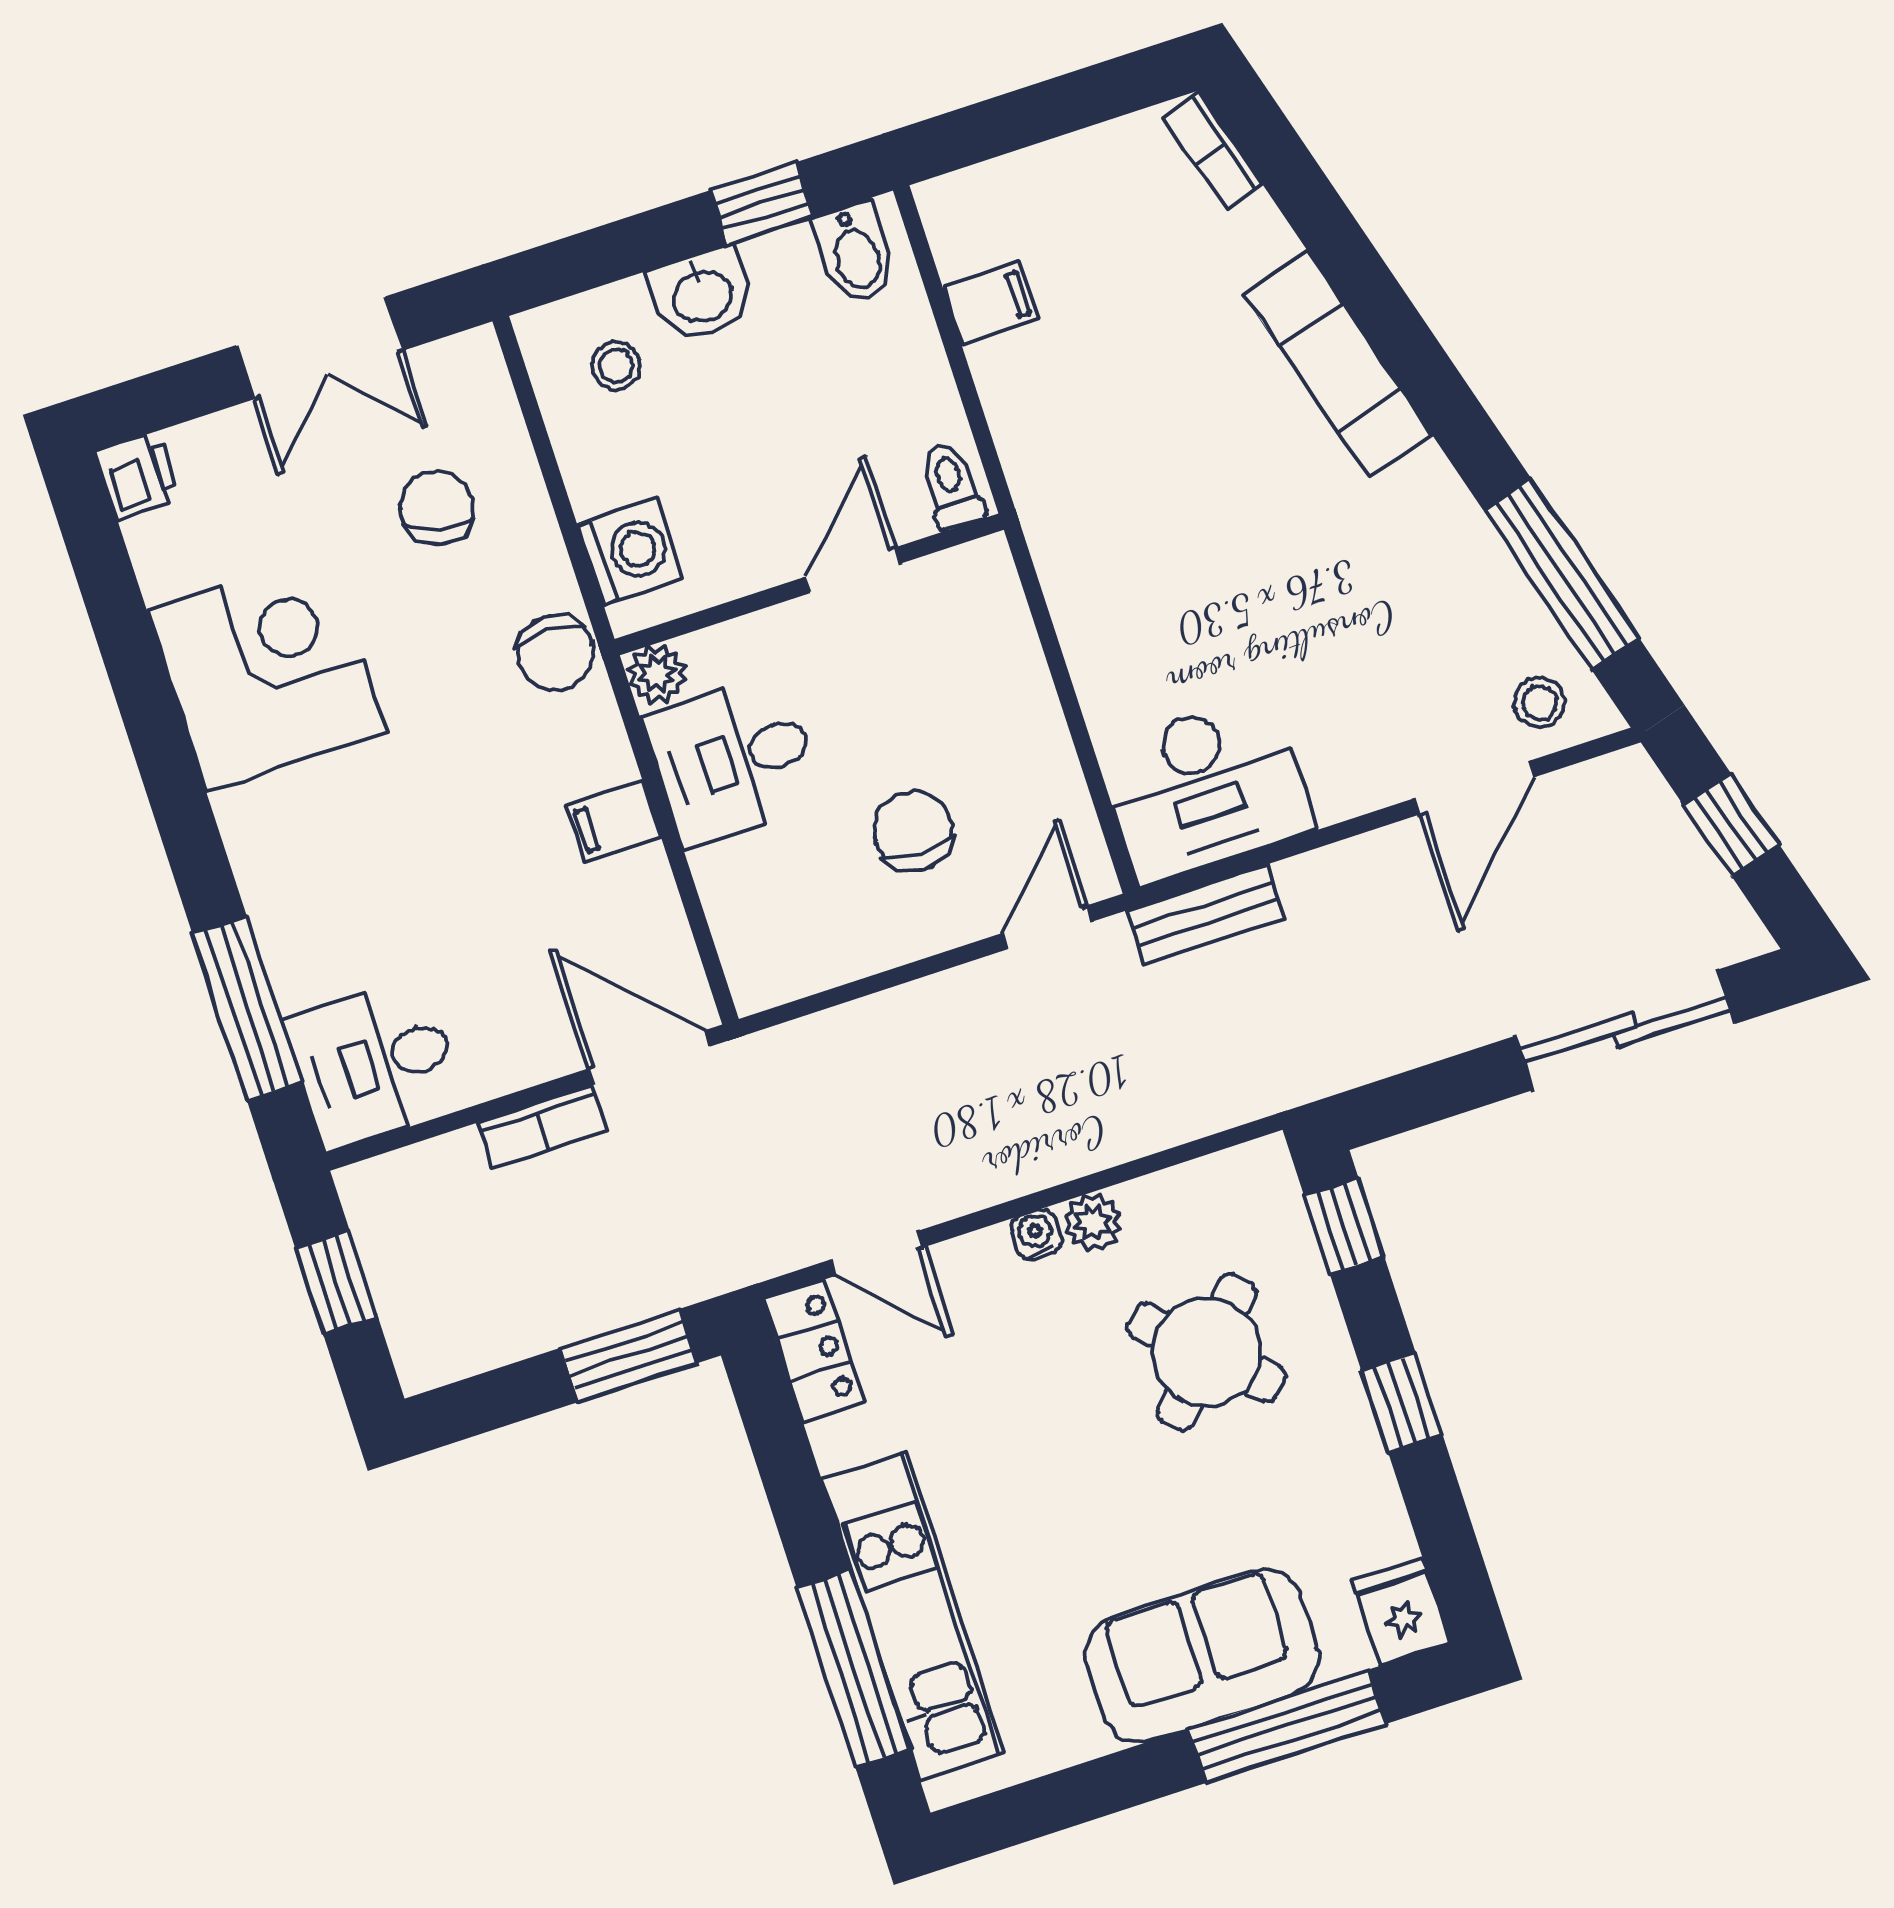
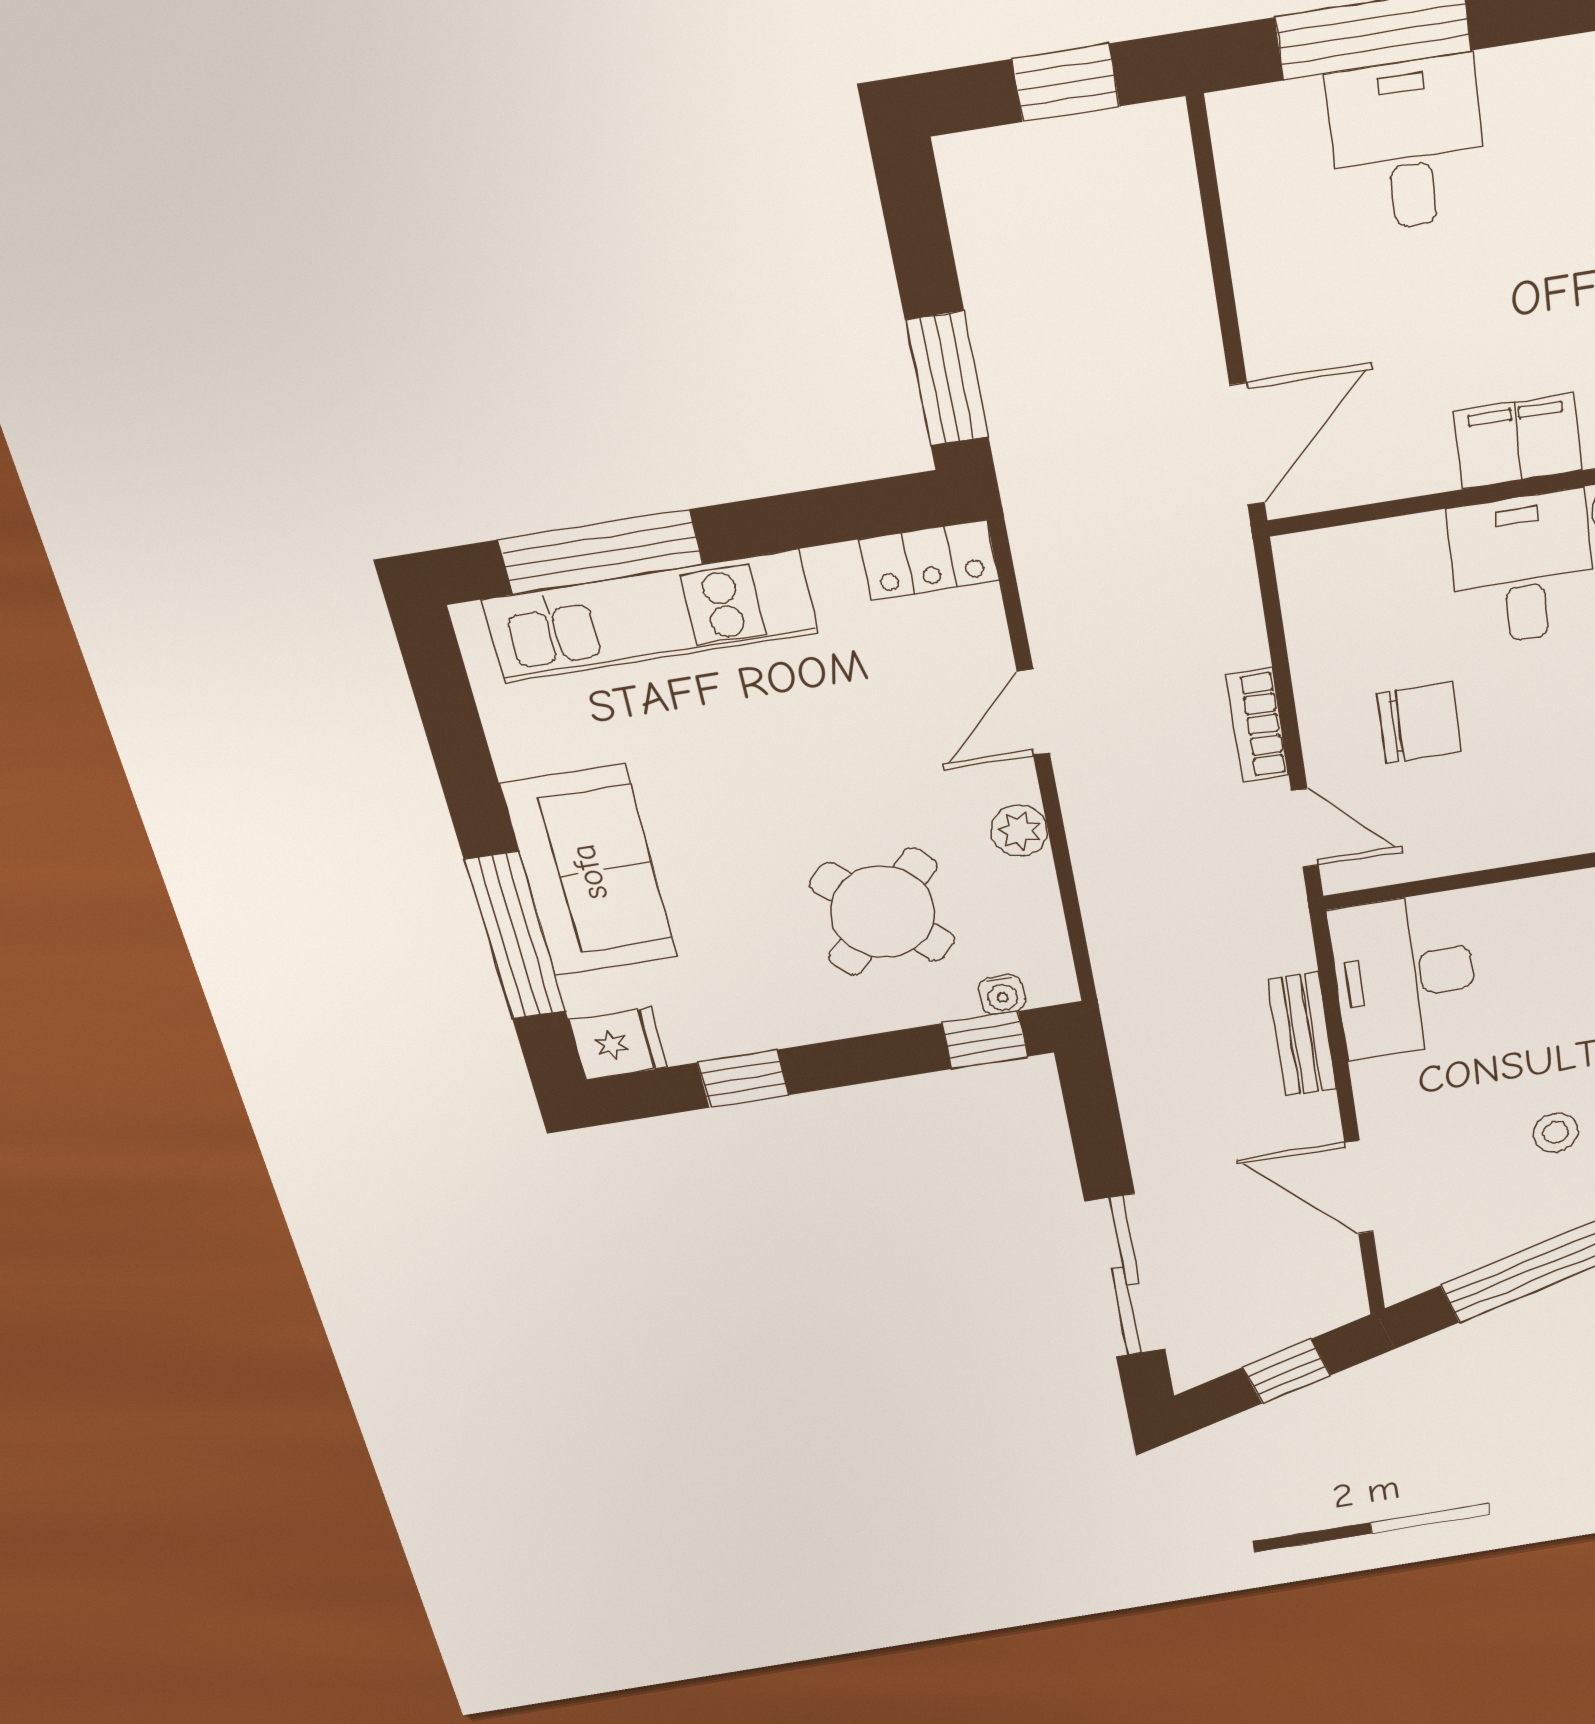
stool: (1540, 703) -> (1556, 1132), moved
filing cabinet: (614, 821) -> (1518, 441), width x2.00
bench: (1206, 914) -> (1302, 1034), moved
desk: (375, 1064) -> (1408, 145), moved
bookcase: (542, 1127) -> (1258, 725), moved
water cooler: (1036, 1234) -> (1002, 994), moved, turned 90
door: (877, 1253) -> (1033, 713), moved
window: (1402, 1403) -> (743, 1079), moved

